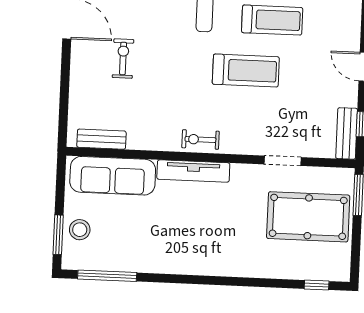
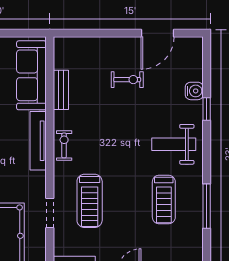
treadmill: (246, 71) -> (90, 201), moved
bench: (101, 139) -> (61, 90), moved

